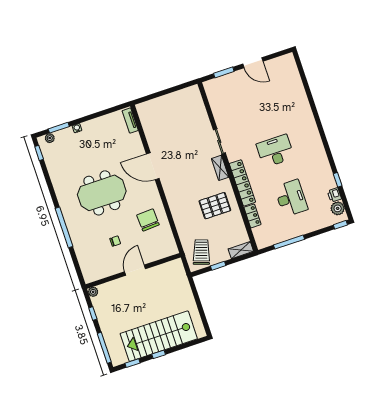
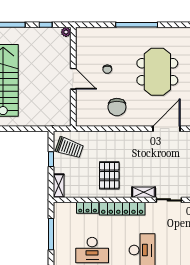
chair: (148, 220) -> (117, 107), turned 93

